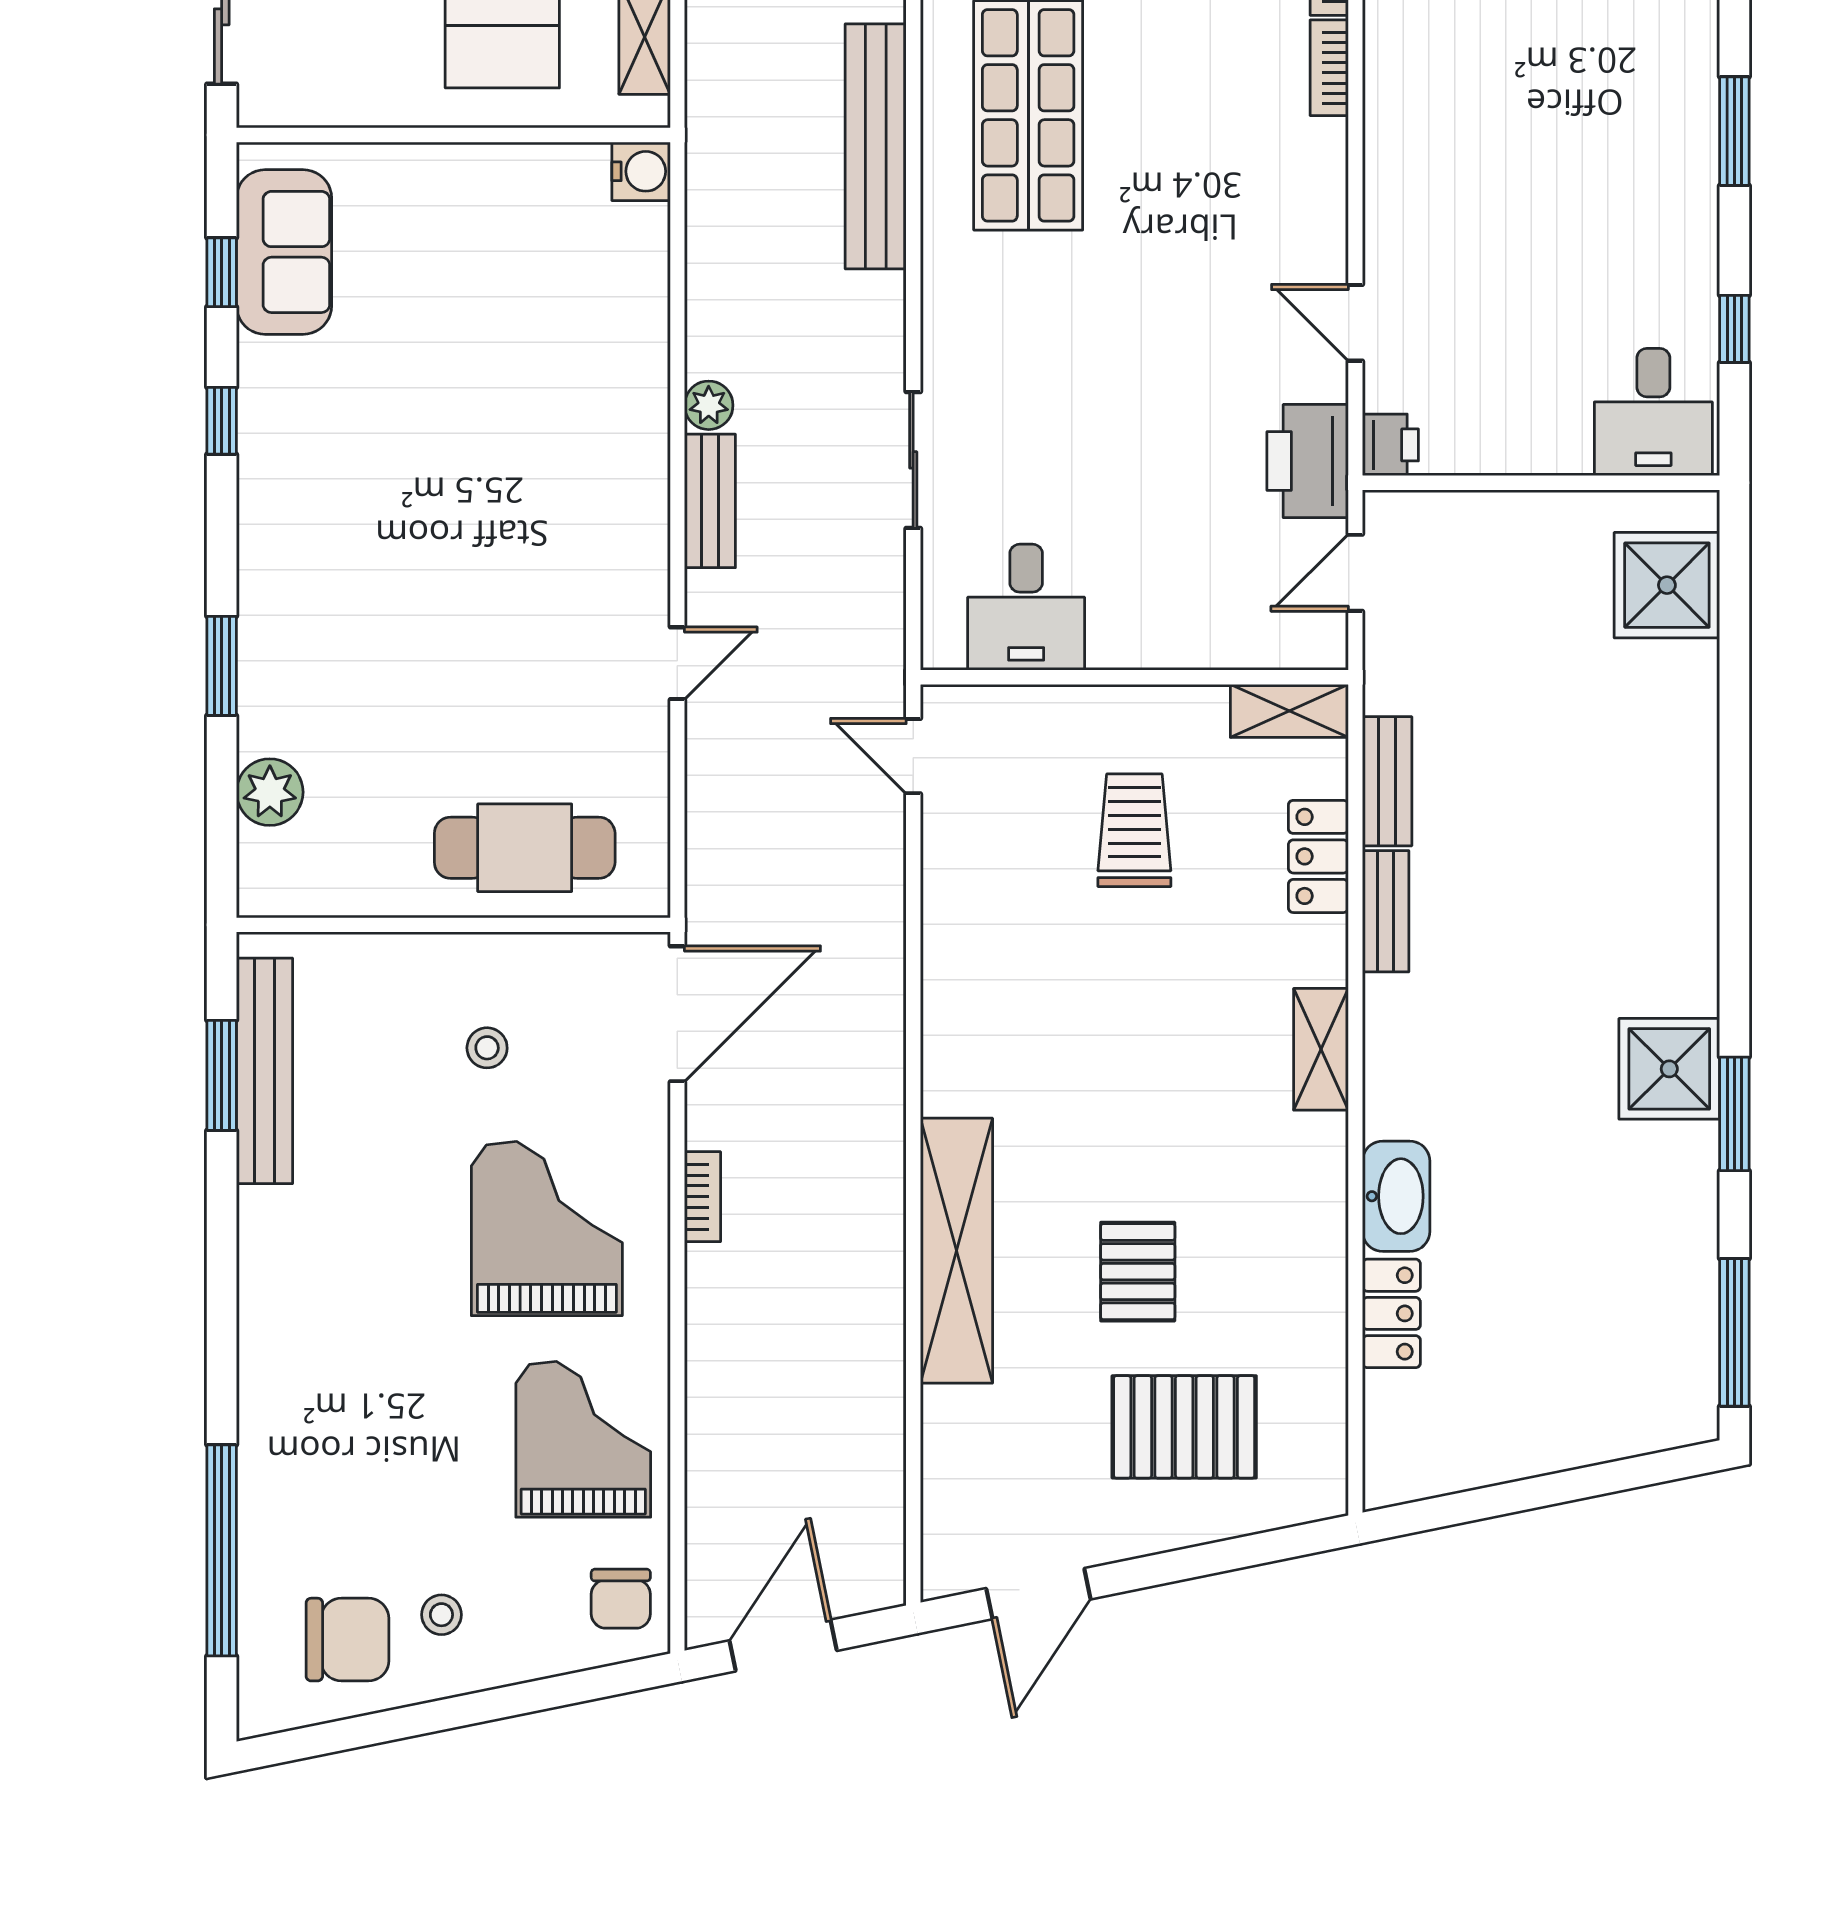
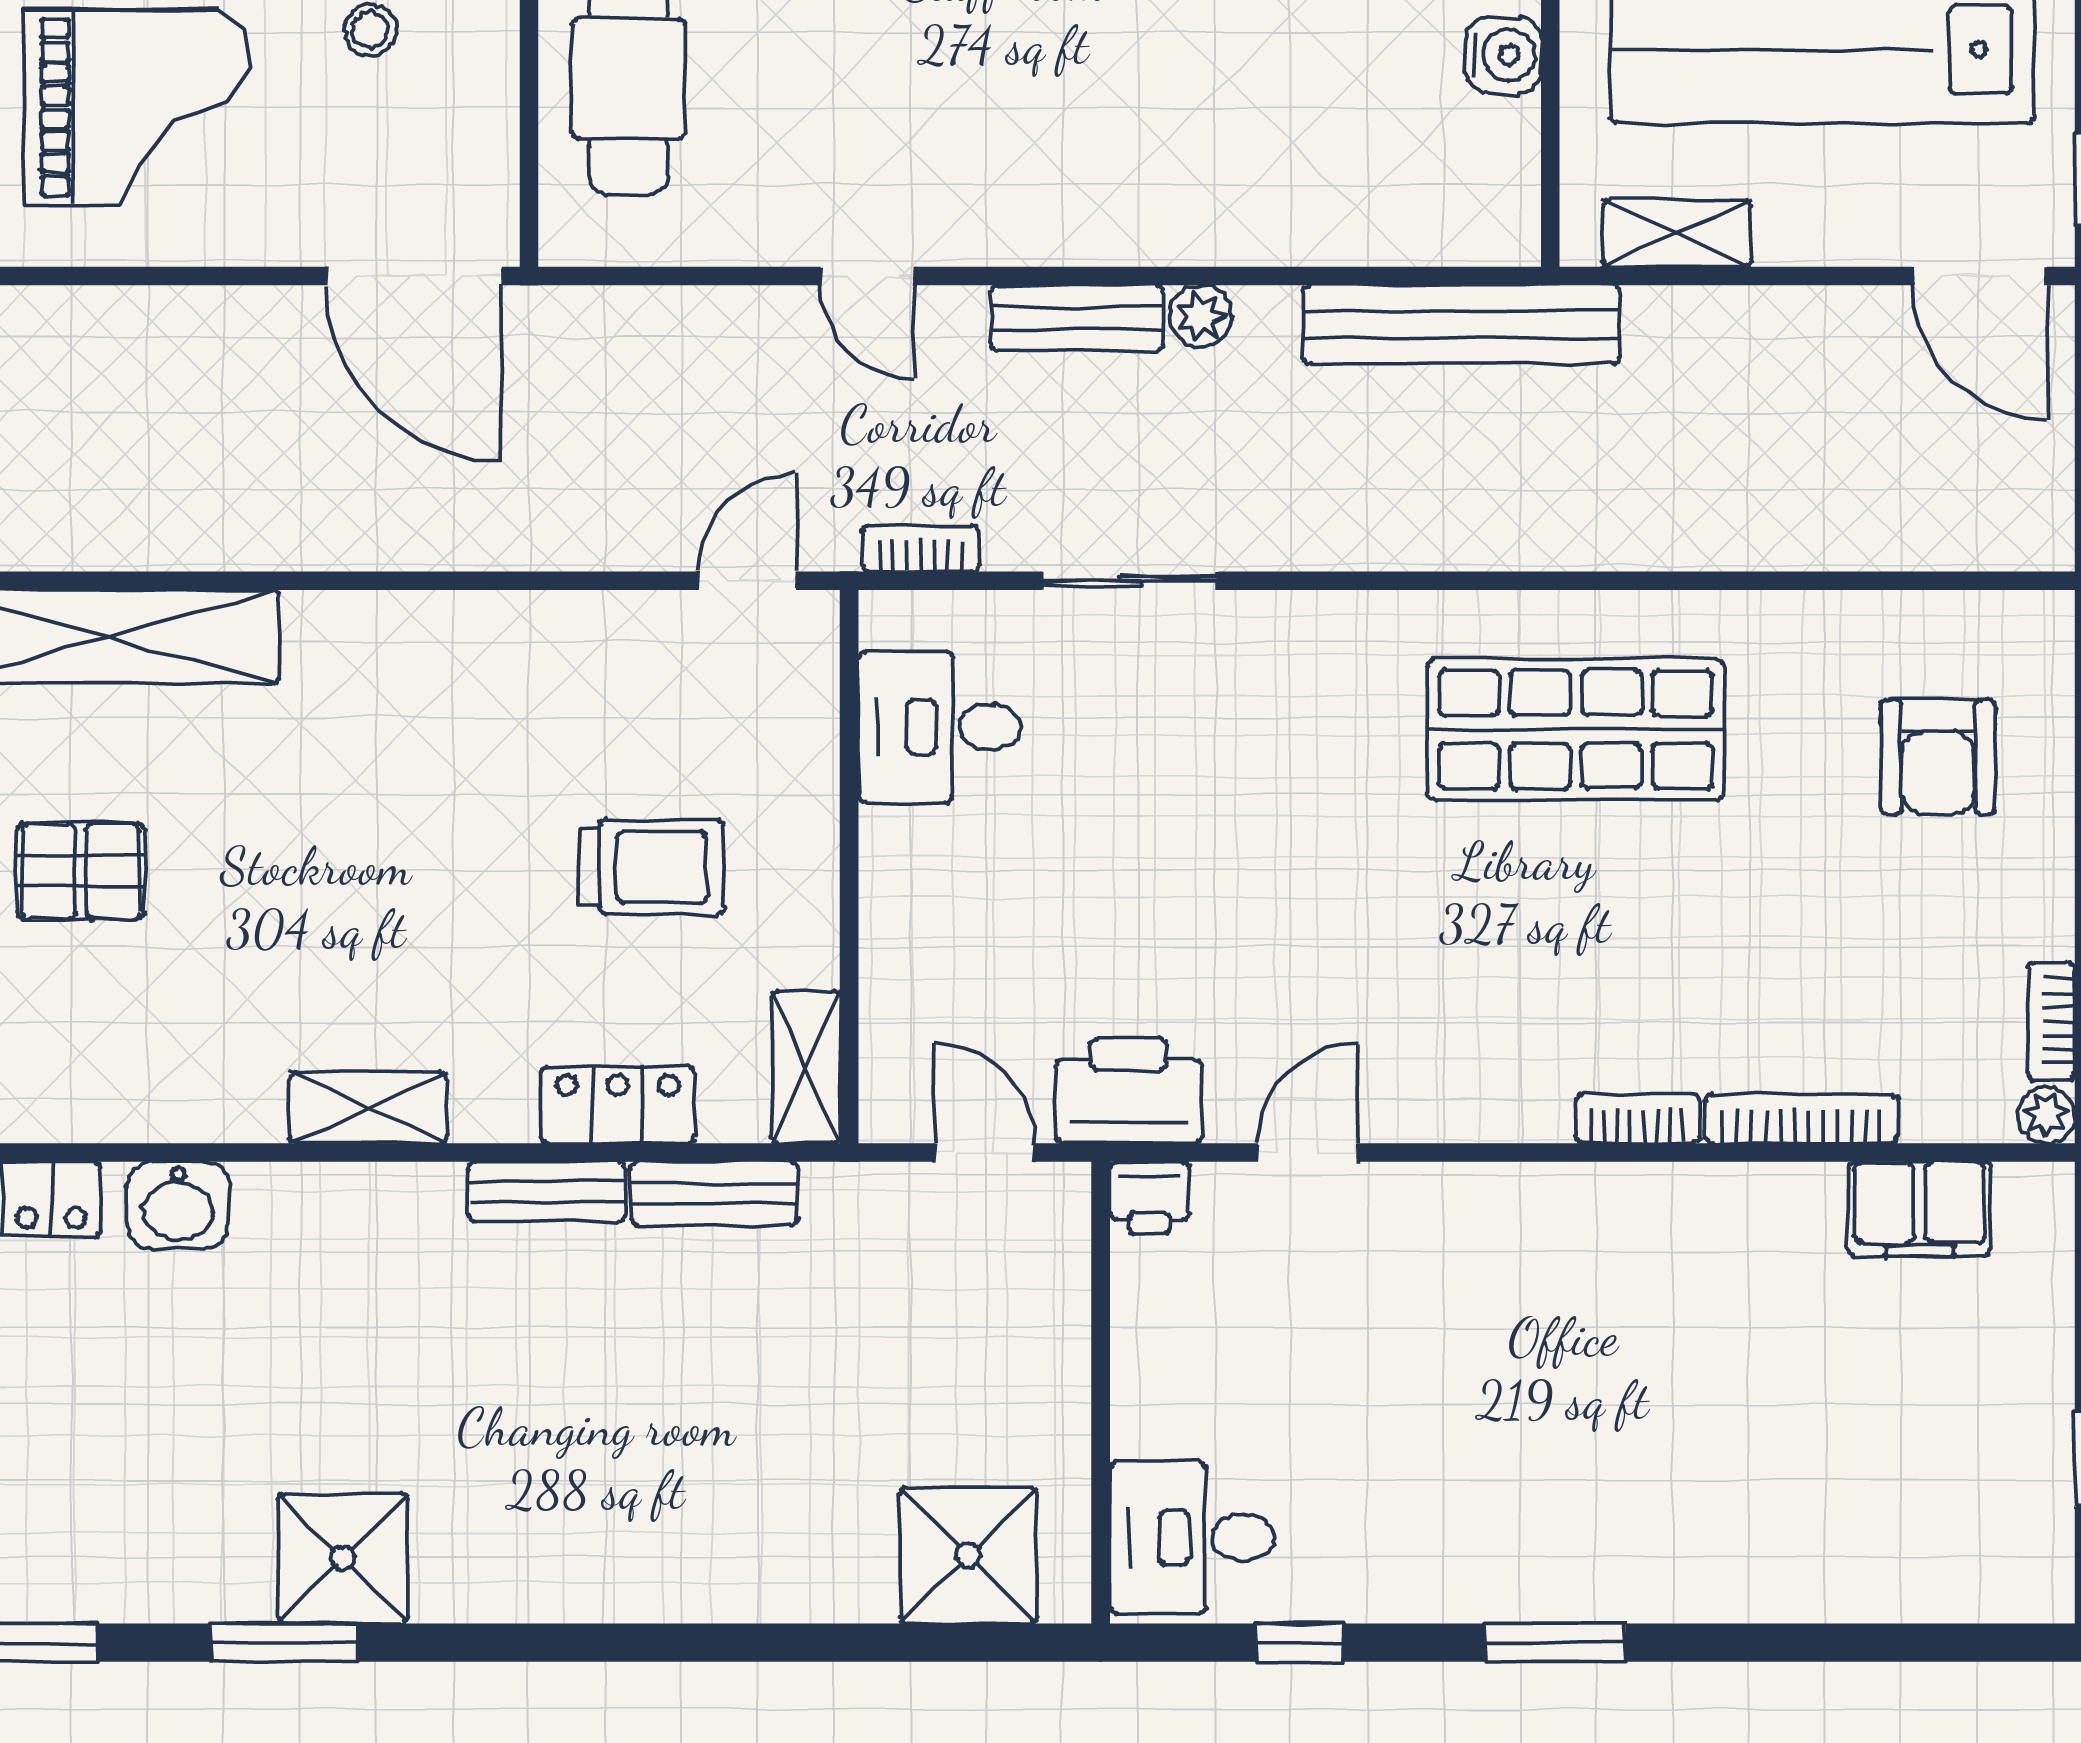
bench: (876, 146) -> (1461, 325), moved
water cooler: (641, 171) -> (1503, 55), moved, turned -90
washbasin: (1396, 1196) -> (178, 1205), width x0.72
bookcase: (702, 1197) -> (921, 548), moved, turned 180

